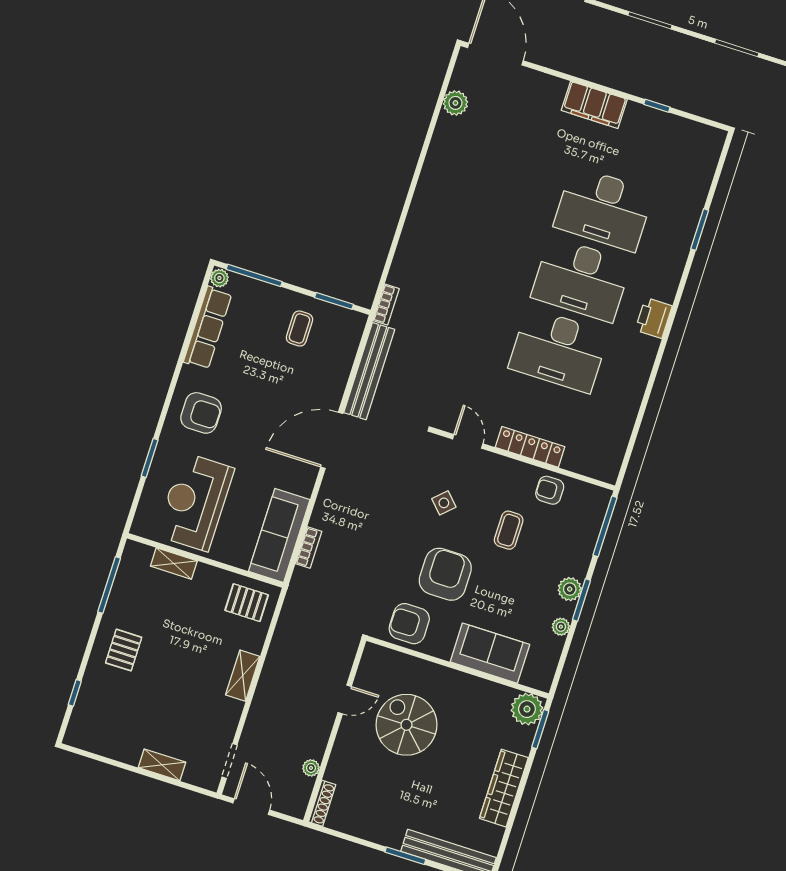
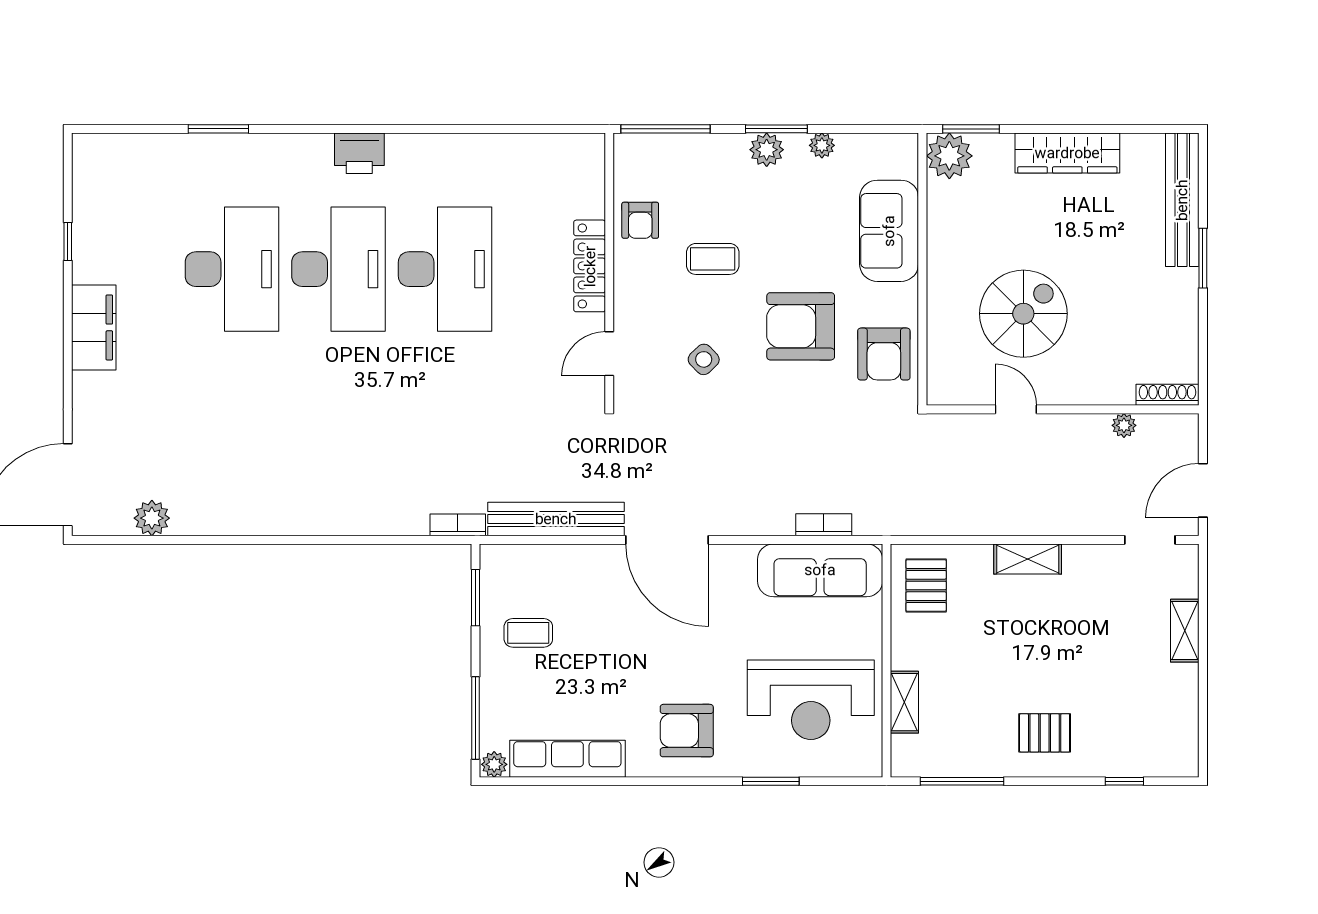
armchair: (201, 413) -> (687, 731), turned -90
spiral stairs: (406, 725) -> (1023, 314), turned 180

